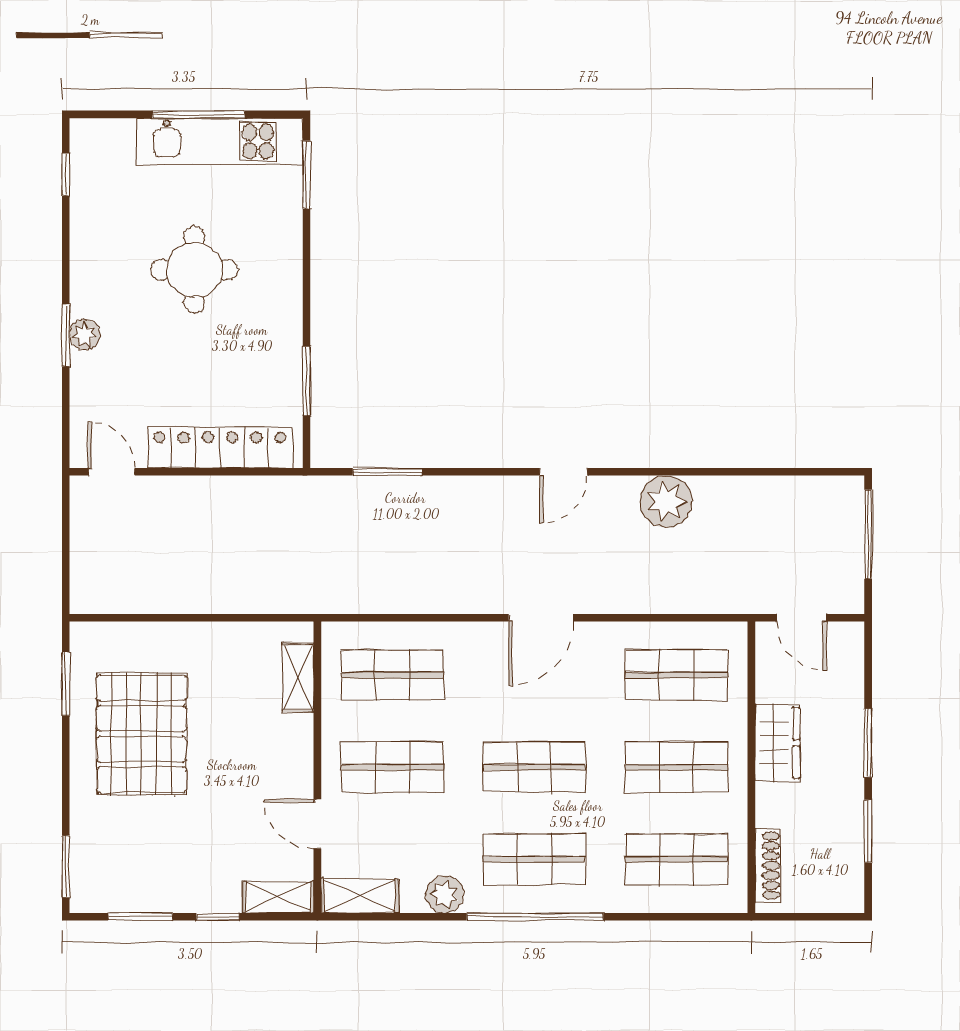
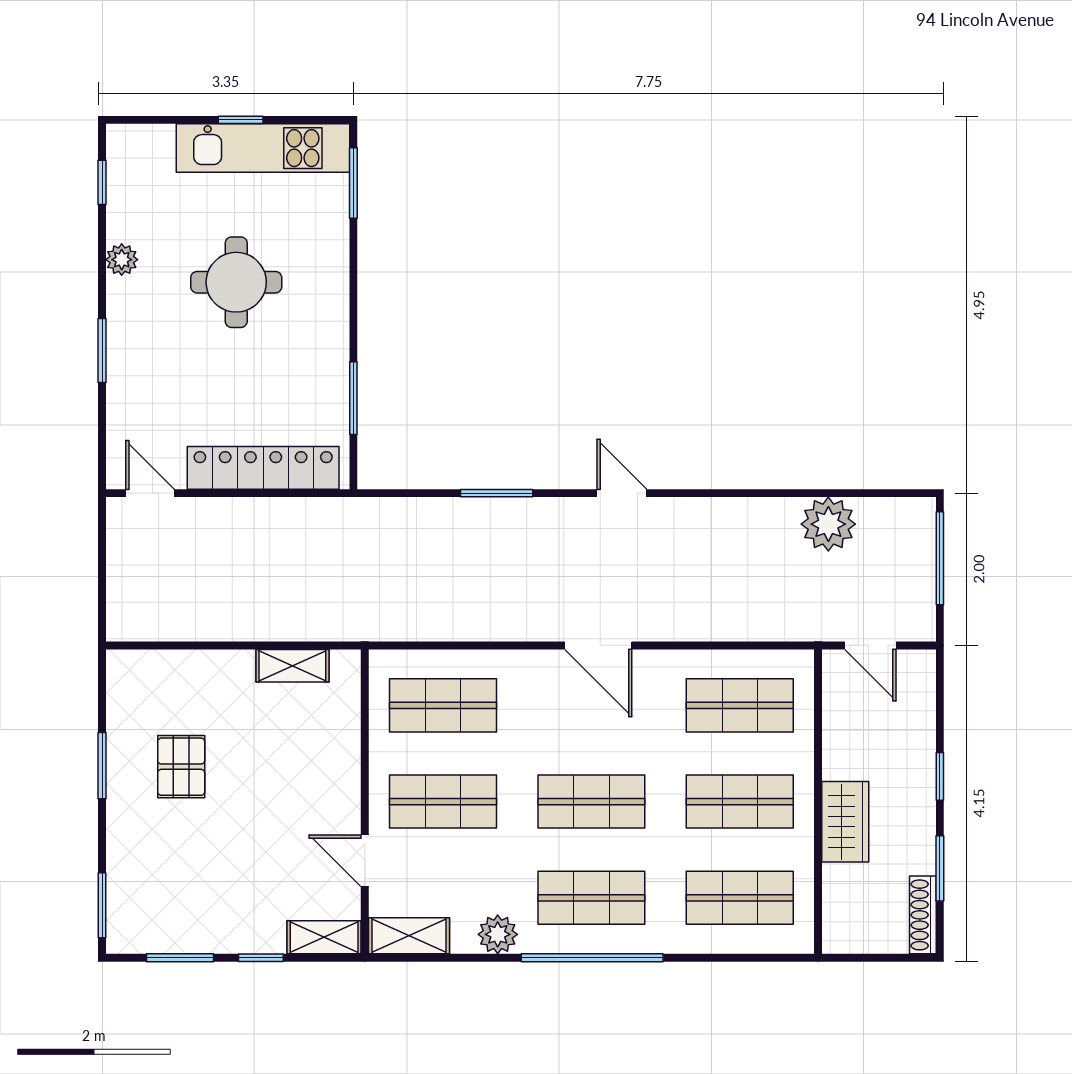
window: (198, 114) -> (241, 120), width x0.46
plant: (85, 335) -> (122, 260), moved
window: (387, 472) -> (497, 493), moved
door: (564, 472) -> (622, 493), swing flipped
plant: (666, 501) -> (828, 524), moved
door: (541, 618) -> (598, 645), hinge flipped
shelving: (298, 677) -> (292, 666), moved, turned 90
window: (66, 684) -> (102, 766), moved
pallet: (142, 734) -> (181, 767), width x0.49, depth x0.50
wardrobe: (777, 743) -> (845, 822), moved
window: (868, 743) -> (940, 776), width x0.67
shoe rack: (768, 866) -> (923, 915), moved, turned 180

